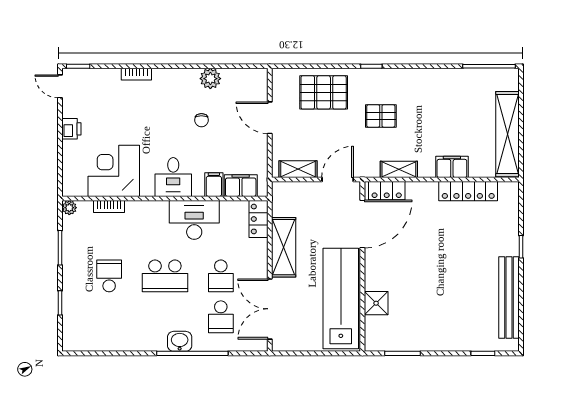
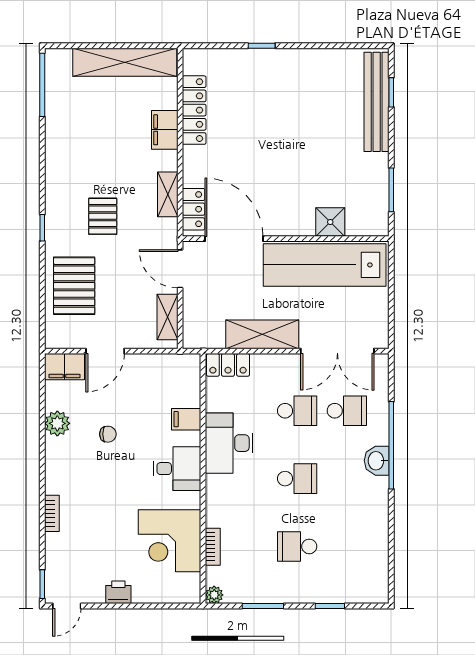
filing cabinet: (241, 186) -> (64, 367), moved, turned -90
school desk: (165, 276) -> (297, 479), width x0.54
bench: (509, 297) -> (377, 102), moved, turned 90

